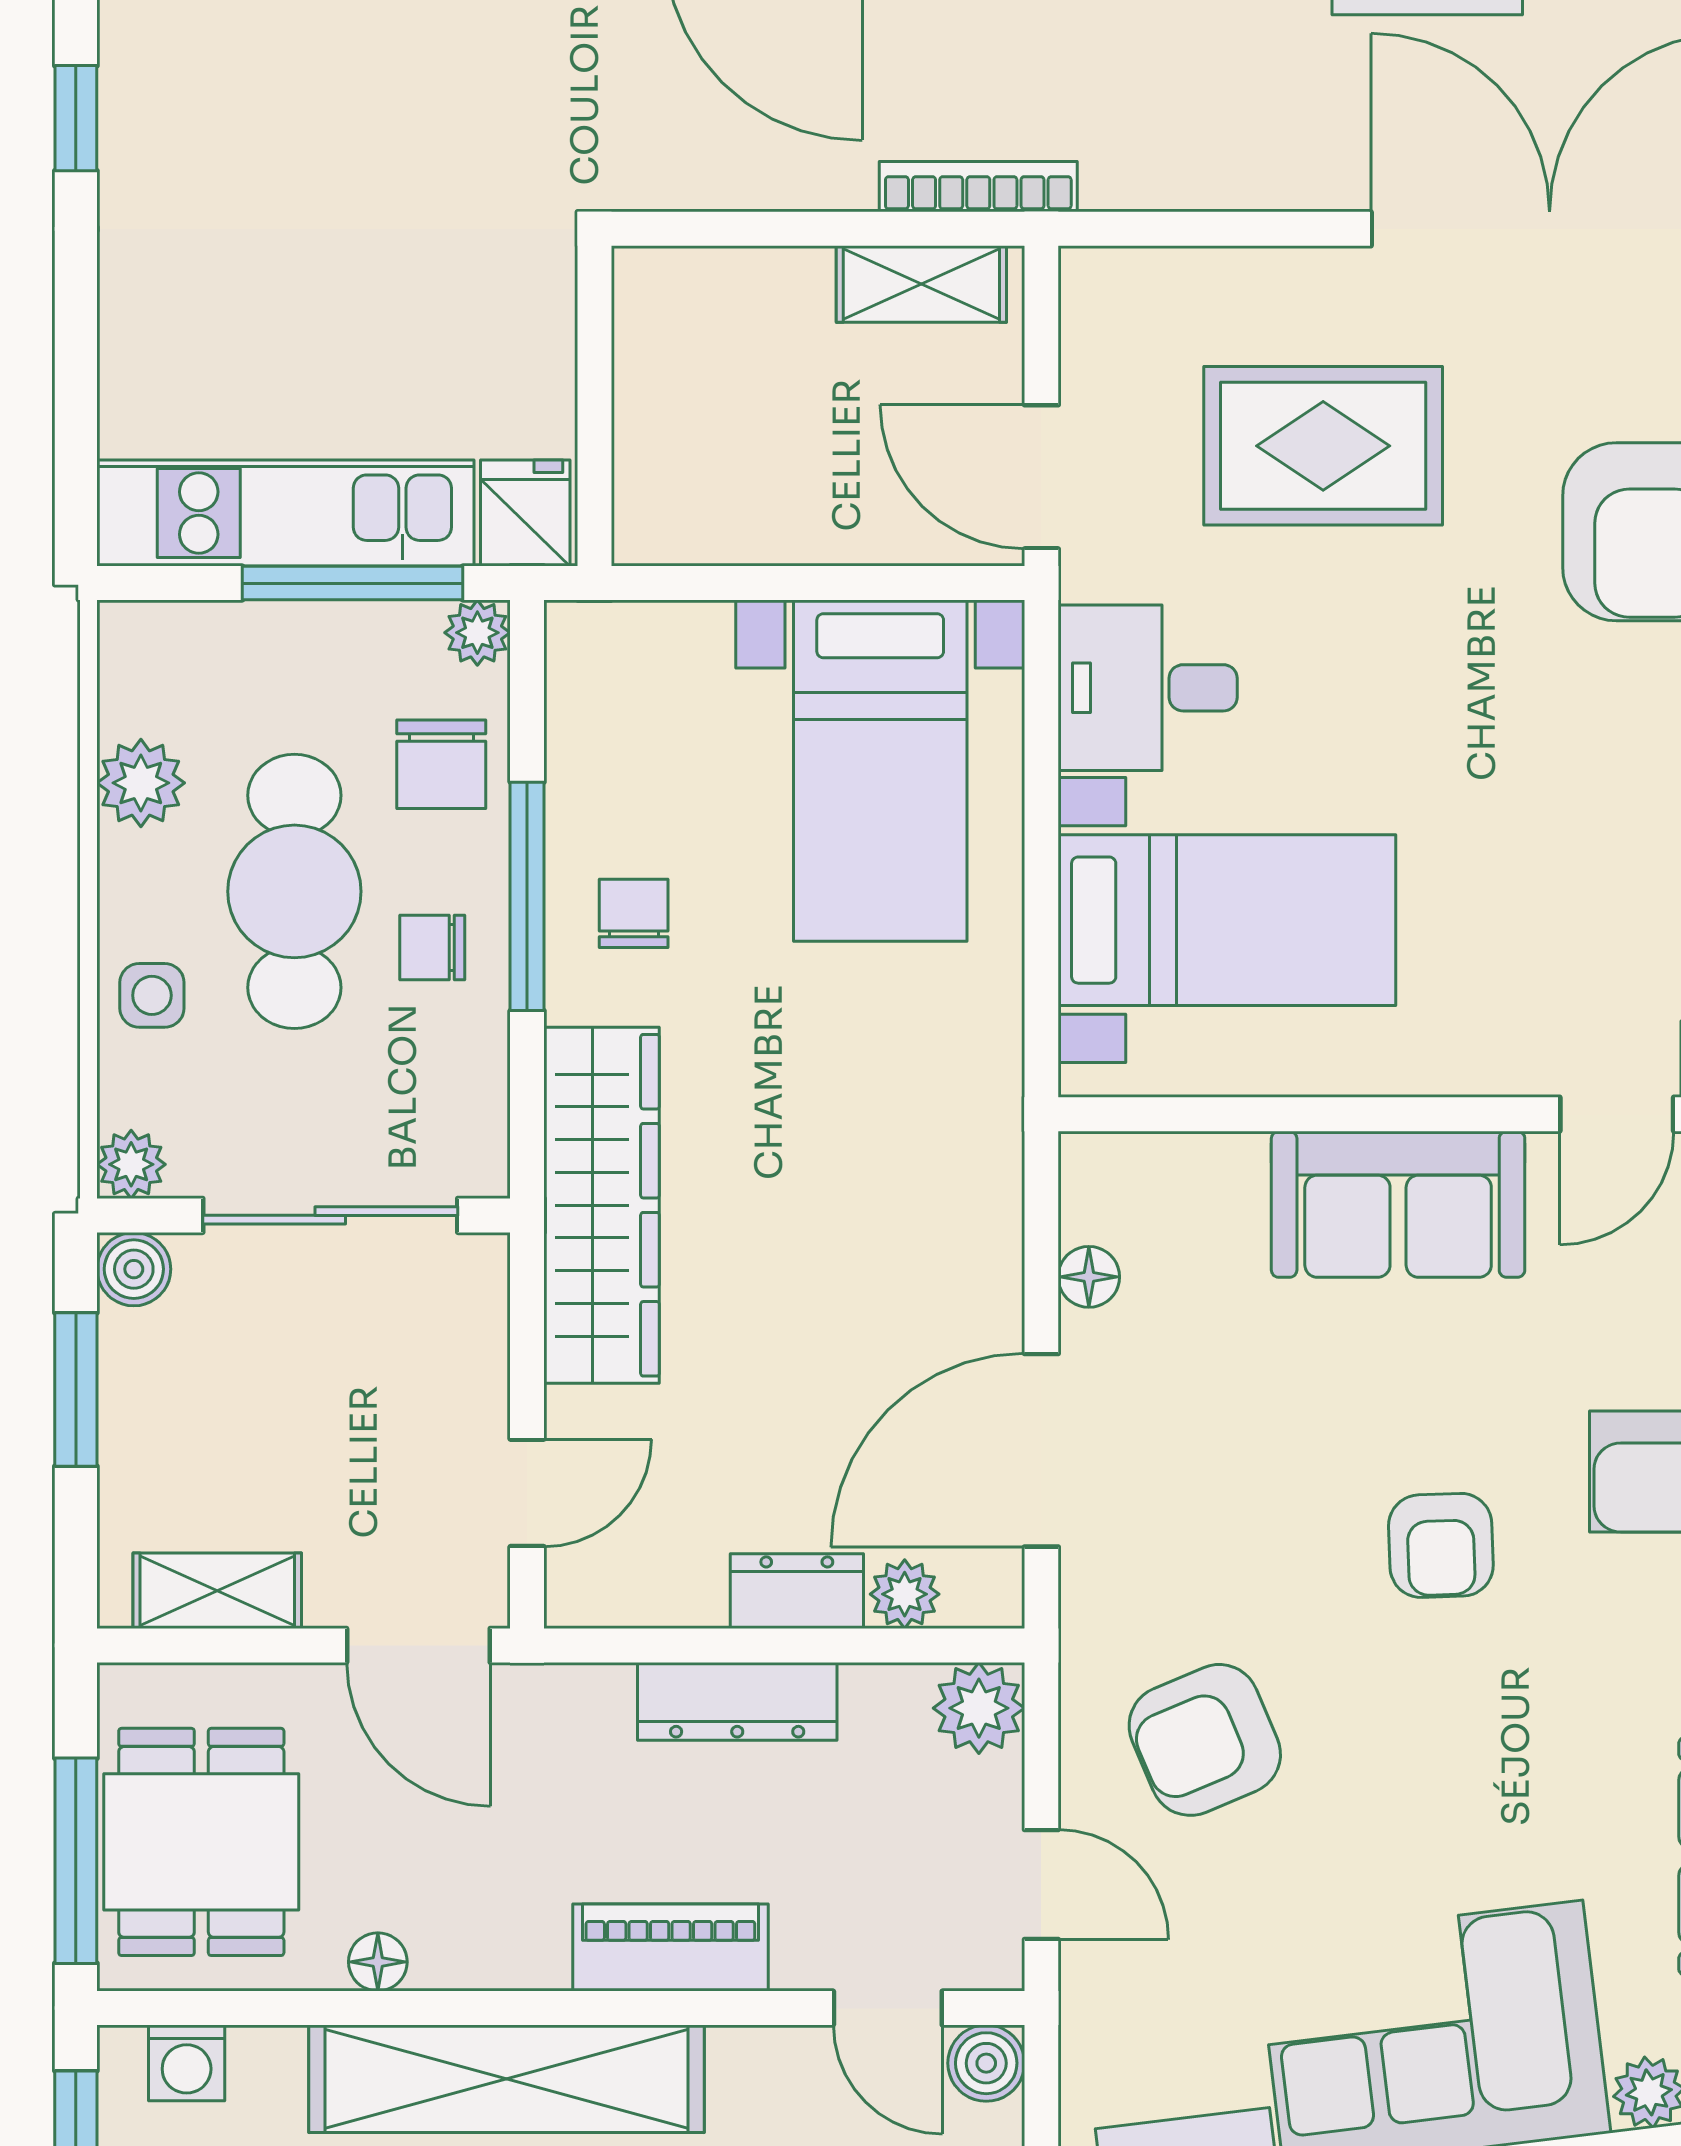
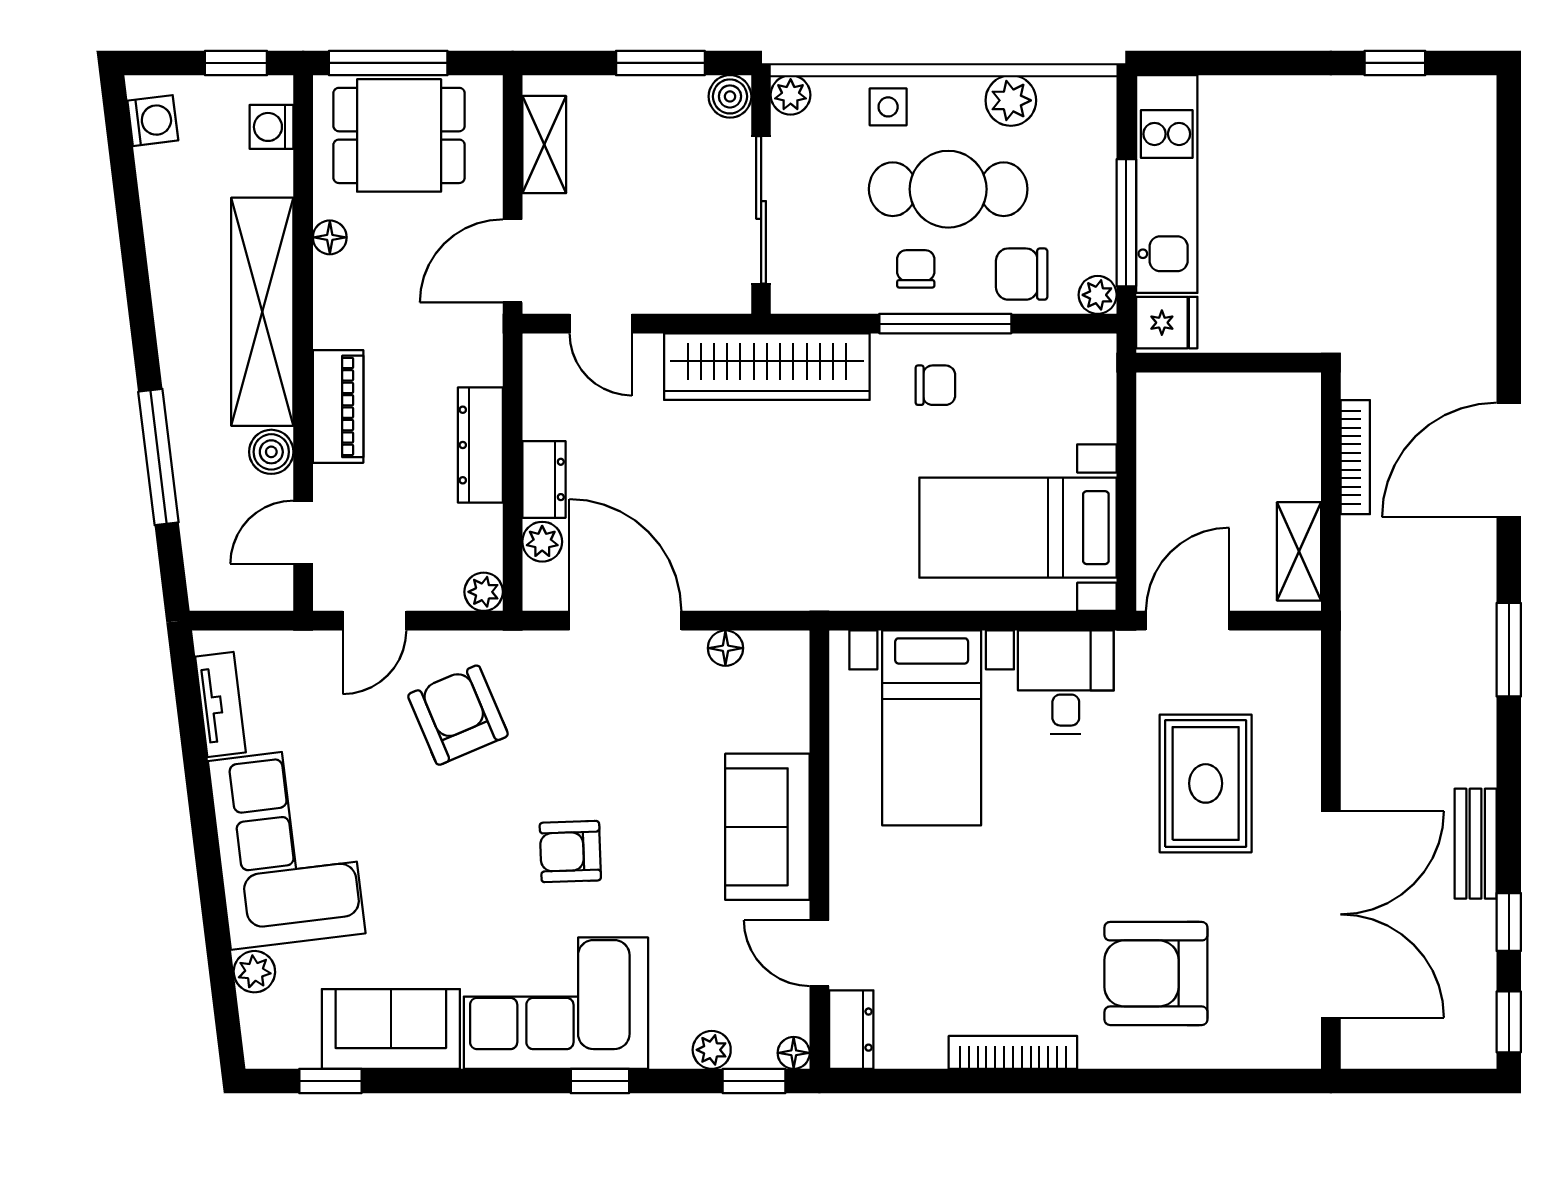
bookcase: (978, 187) -> (1355, 457), moved
plant: (979, 1708) -> (484, 592), width x0.73, depth x0.73
boiler: (986, 2063) -> (271, 452), moved

